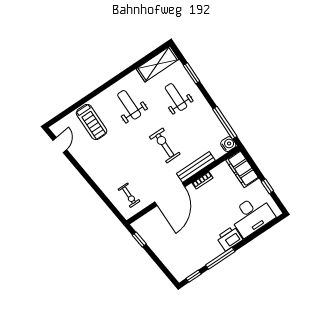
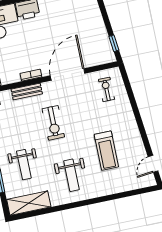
treadmill: (92, 122) -> (106, 151), moved, turned 180
bench: (196, 167) -> (27, 91), width x0.73

